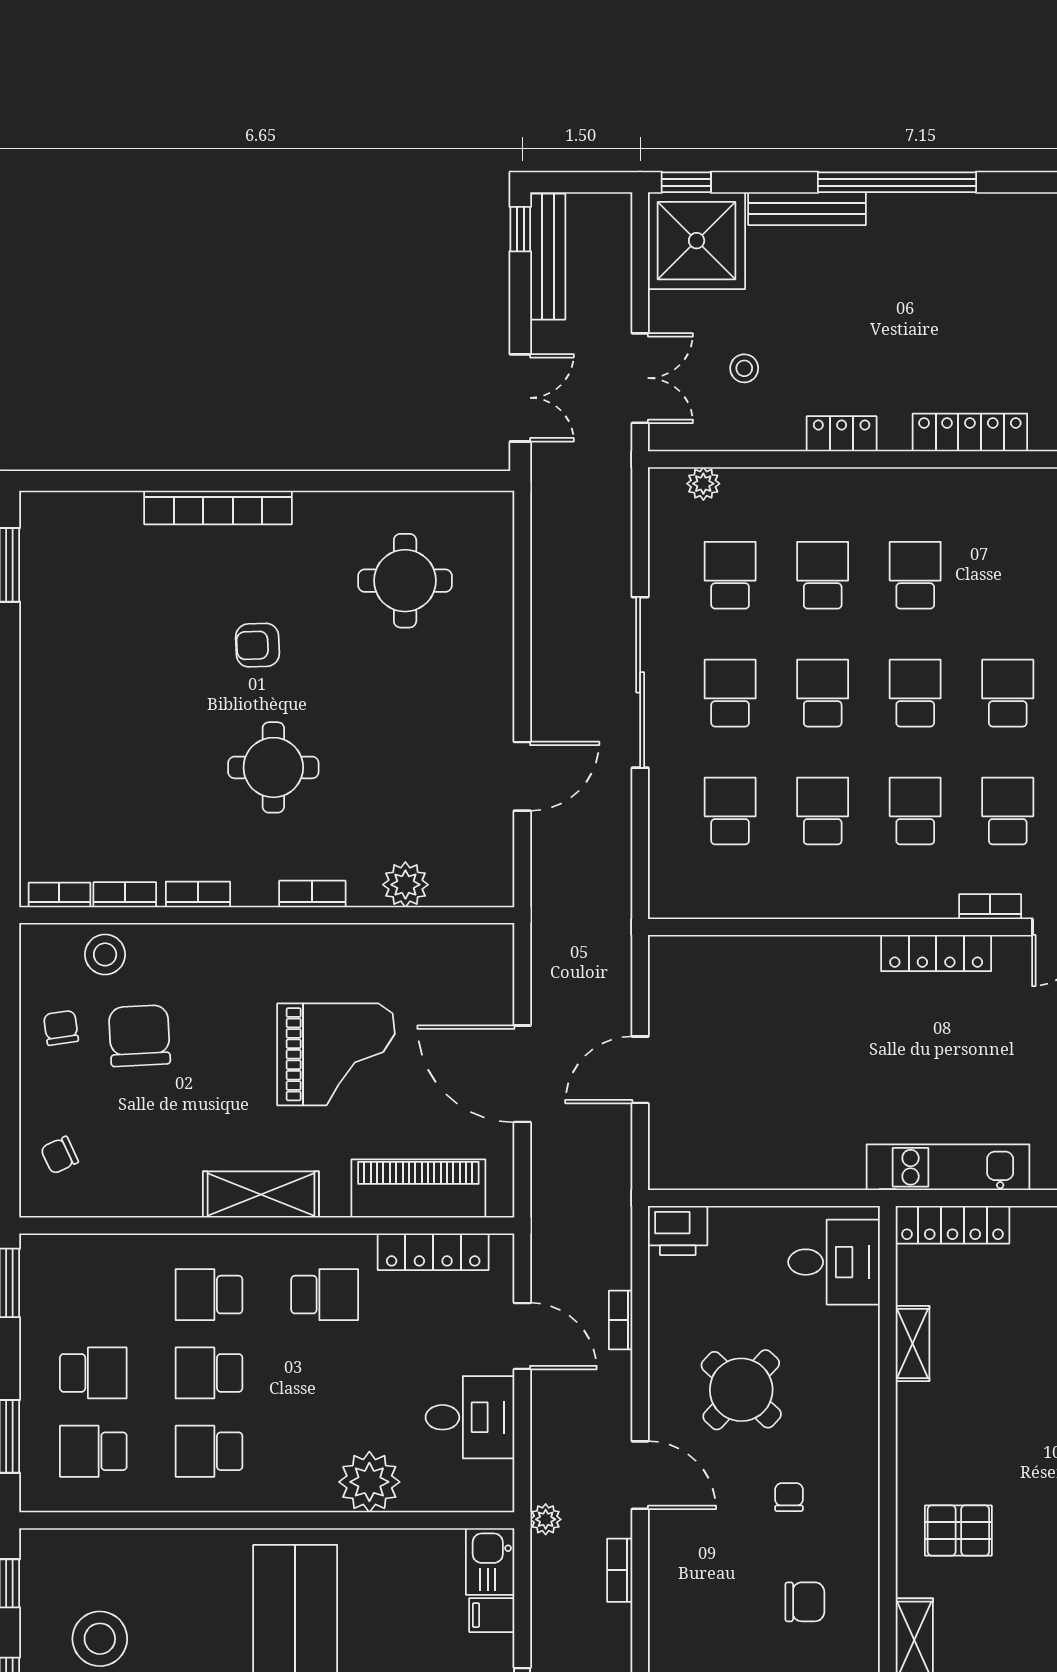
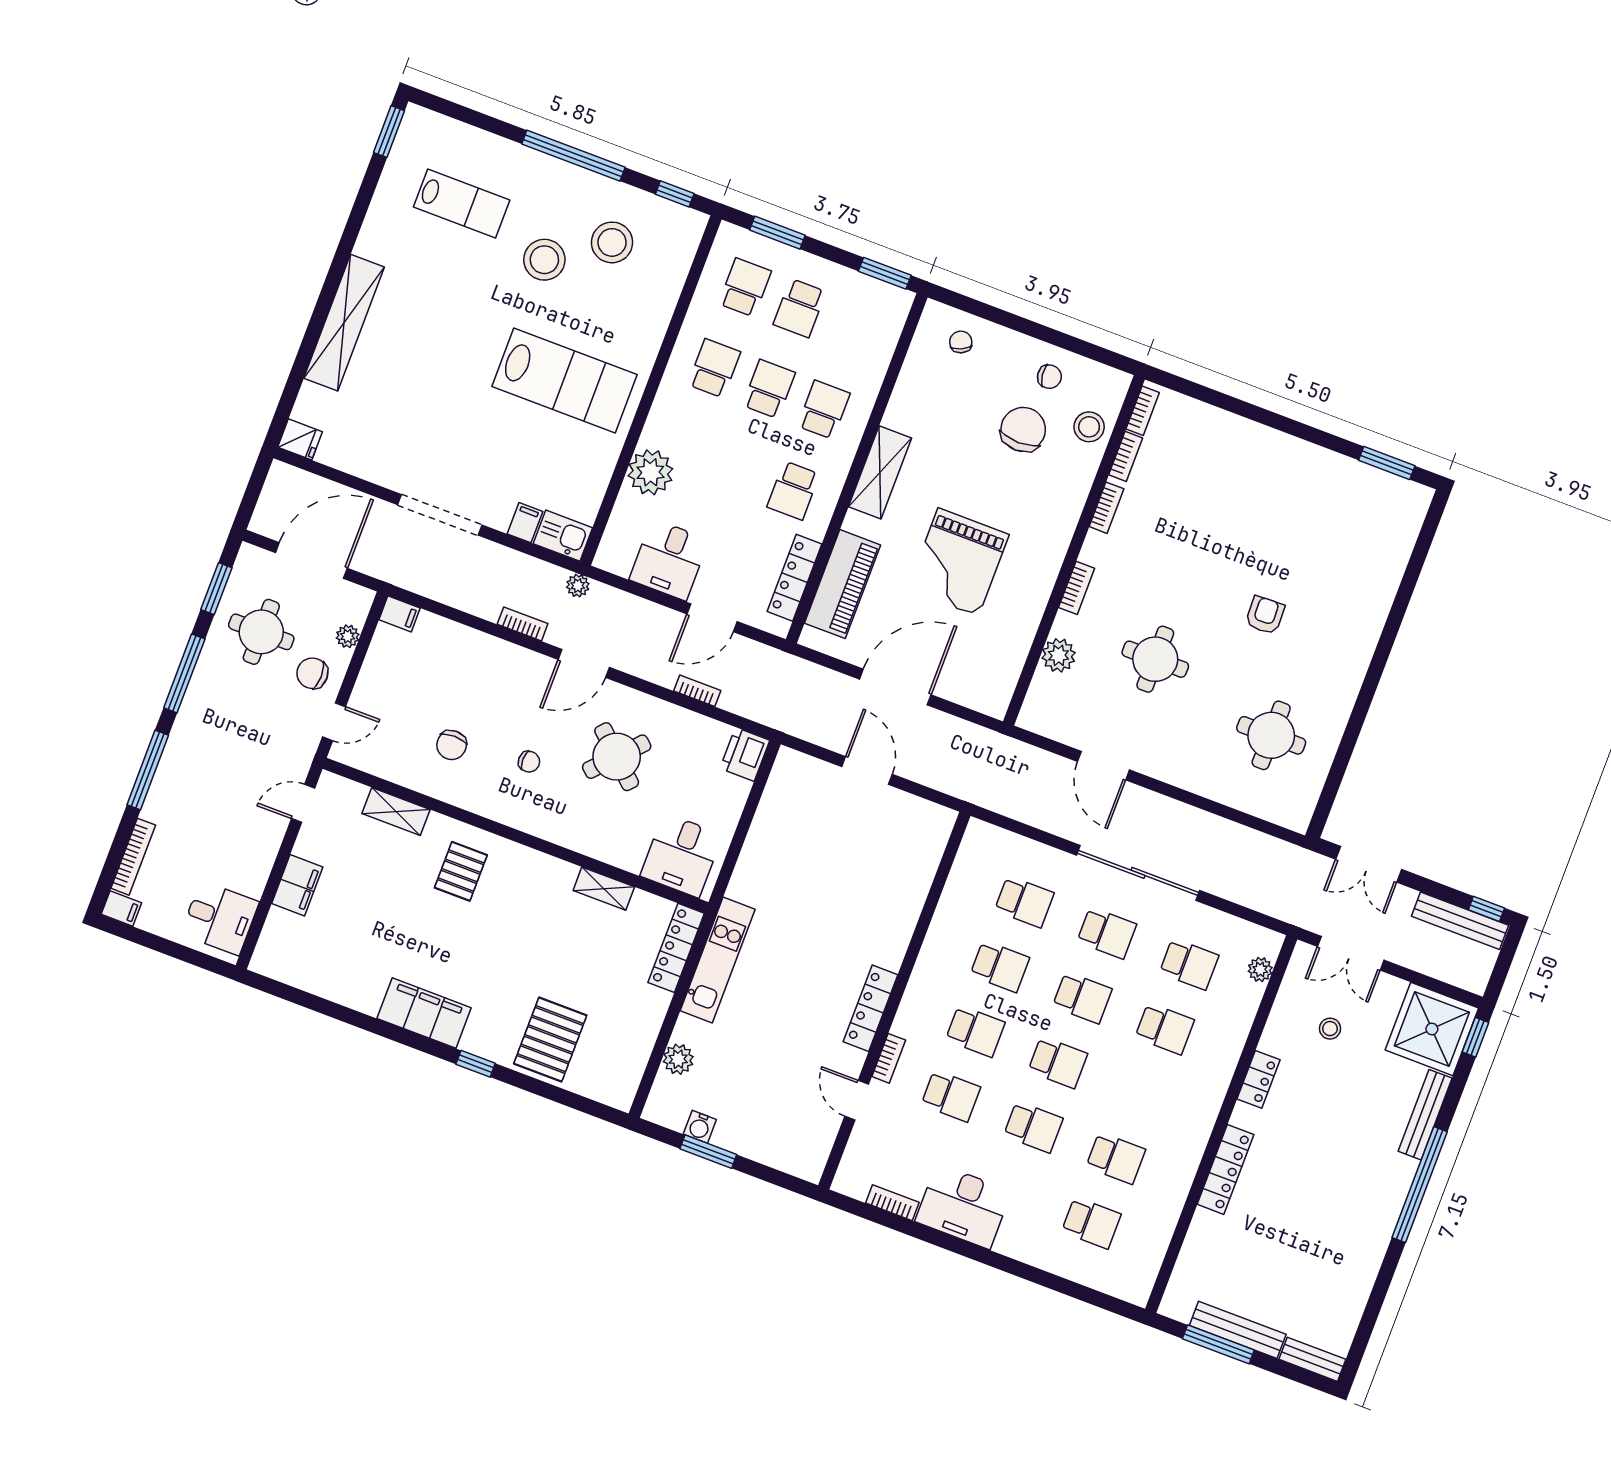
bookcase: (218, 508) -> (1372, 624), removed
school desk: (915, 575) -> (1116, 1158), moved
round table: (273, 767) -> (1155, 659), moved
chair: (139, 1036) -> (1023, 429), turned -87

